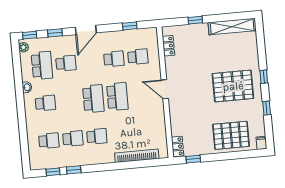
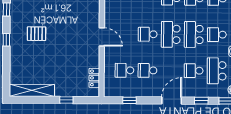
pallet: (233, 86) -> (37, 34), width x0.49, depth x0.50
school desk: (117, 97) -> (148, 34), width x0.54
school desk: (69, 101) -> (194, 34), added

